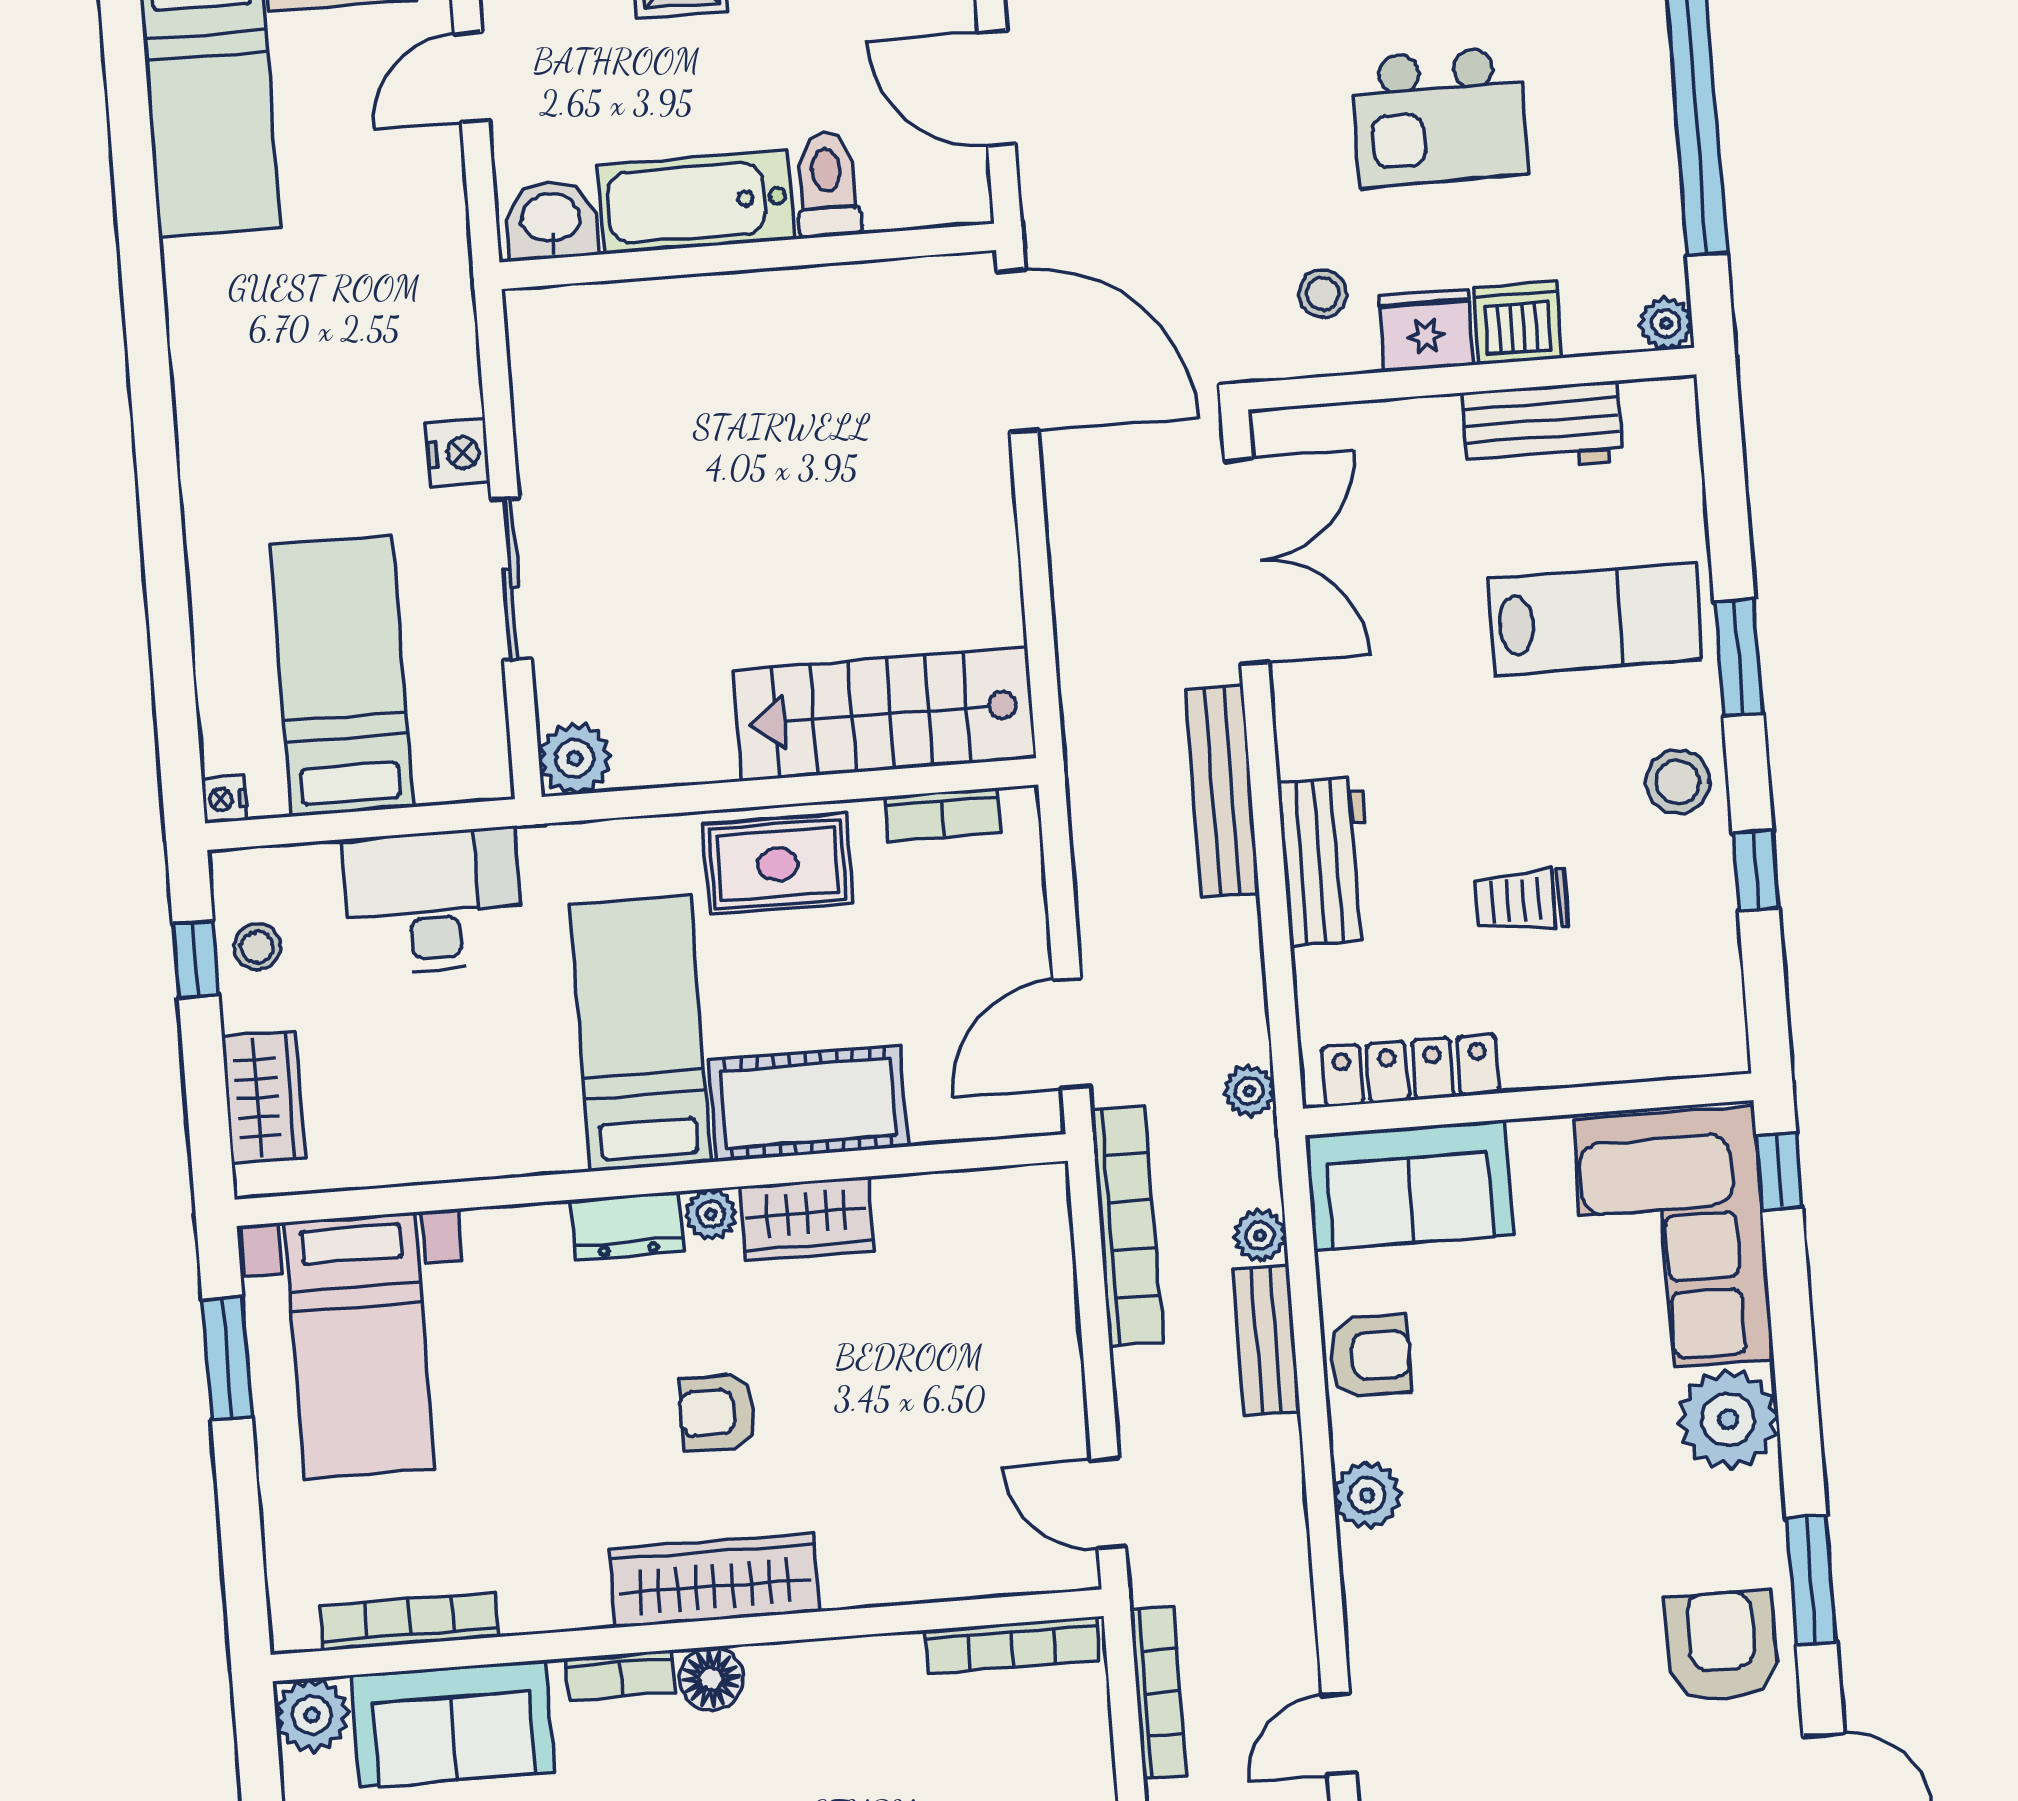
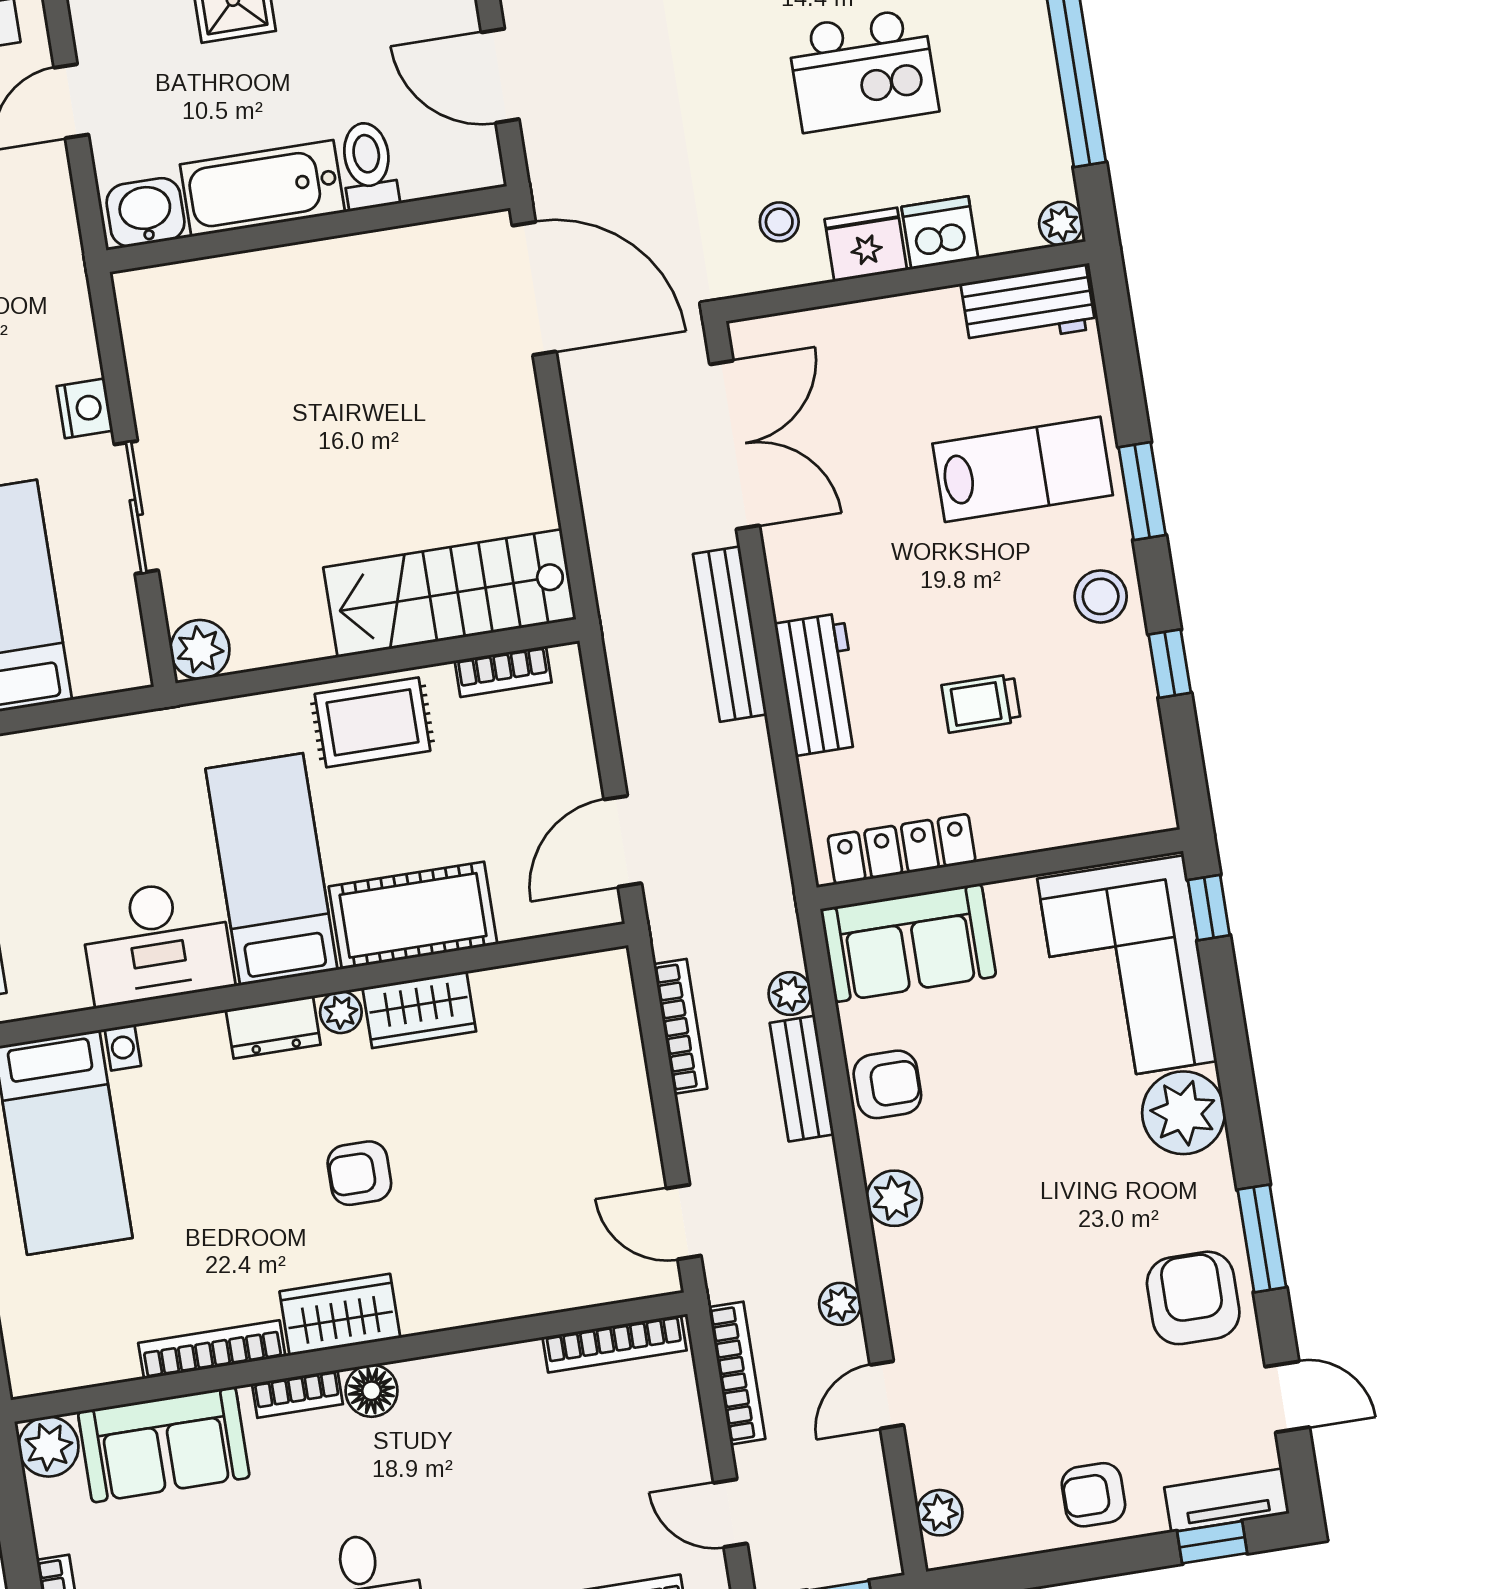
workbench: (1542, 427) -> (1028, 306), moved
desk: (433, 901) -> (157, 942), moved, turned 180
plant: (1249, 1091) -> (840, 1304), moved
bookcase: (1127, 1226) -> (680, 1026), width x0.68, depth x0.76
wardrobe: (714, 1580) -> (340, 1315), width x0.67
bookcase: (409, 1621) -> (212, 1350), moved

